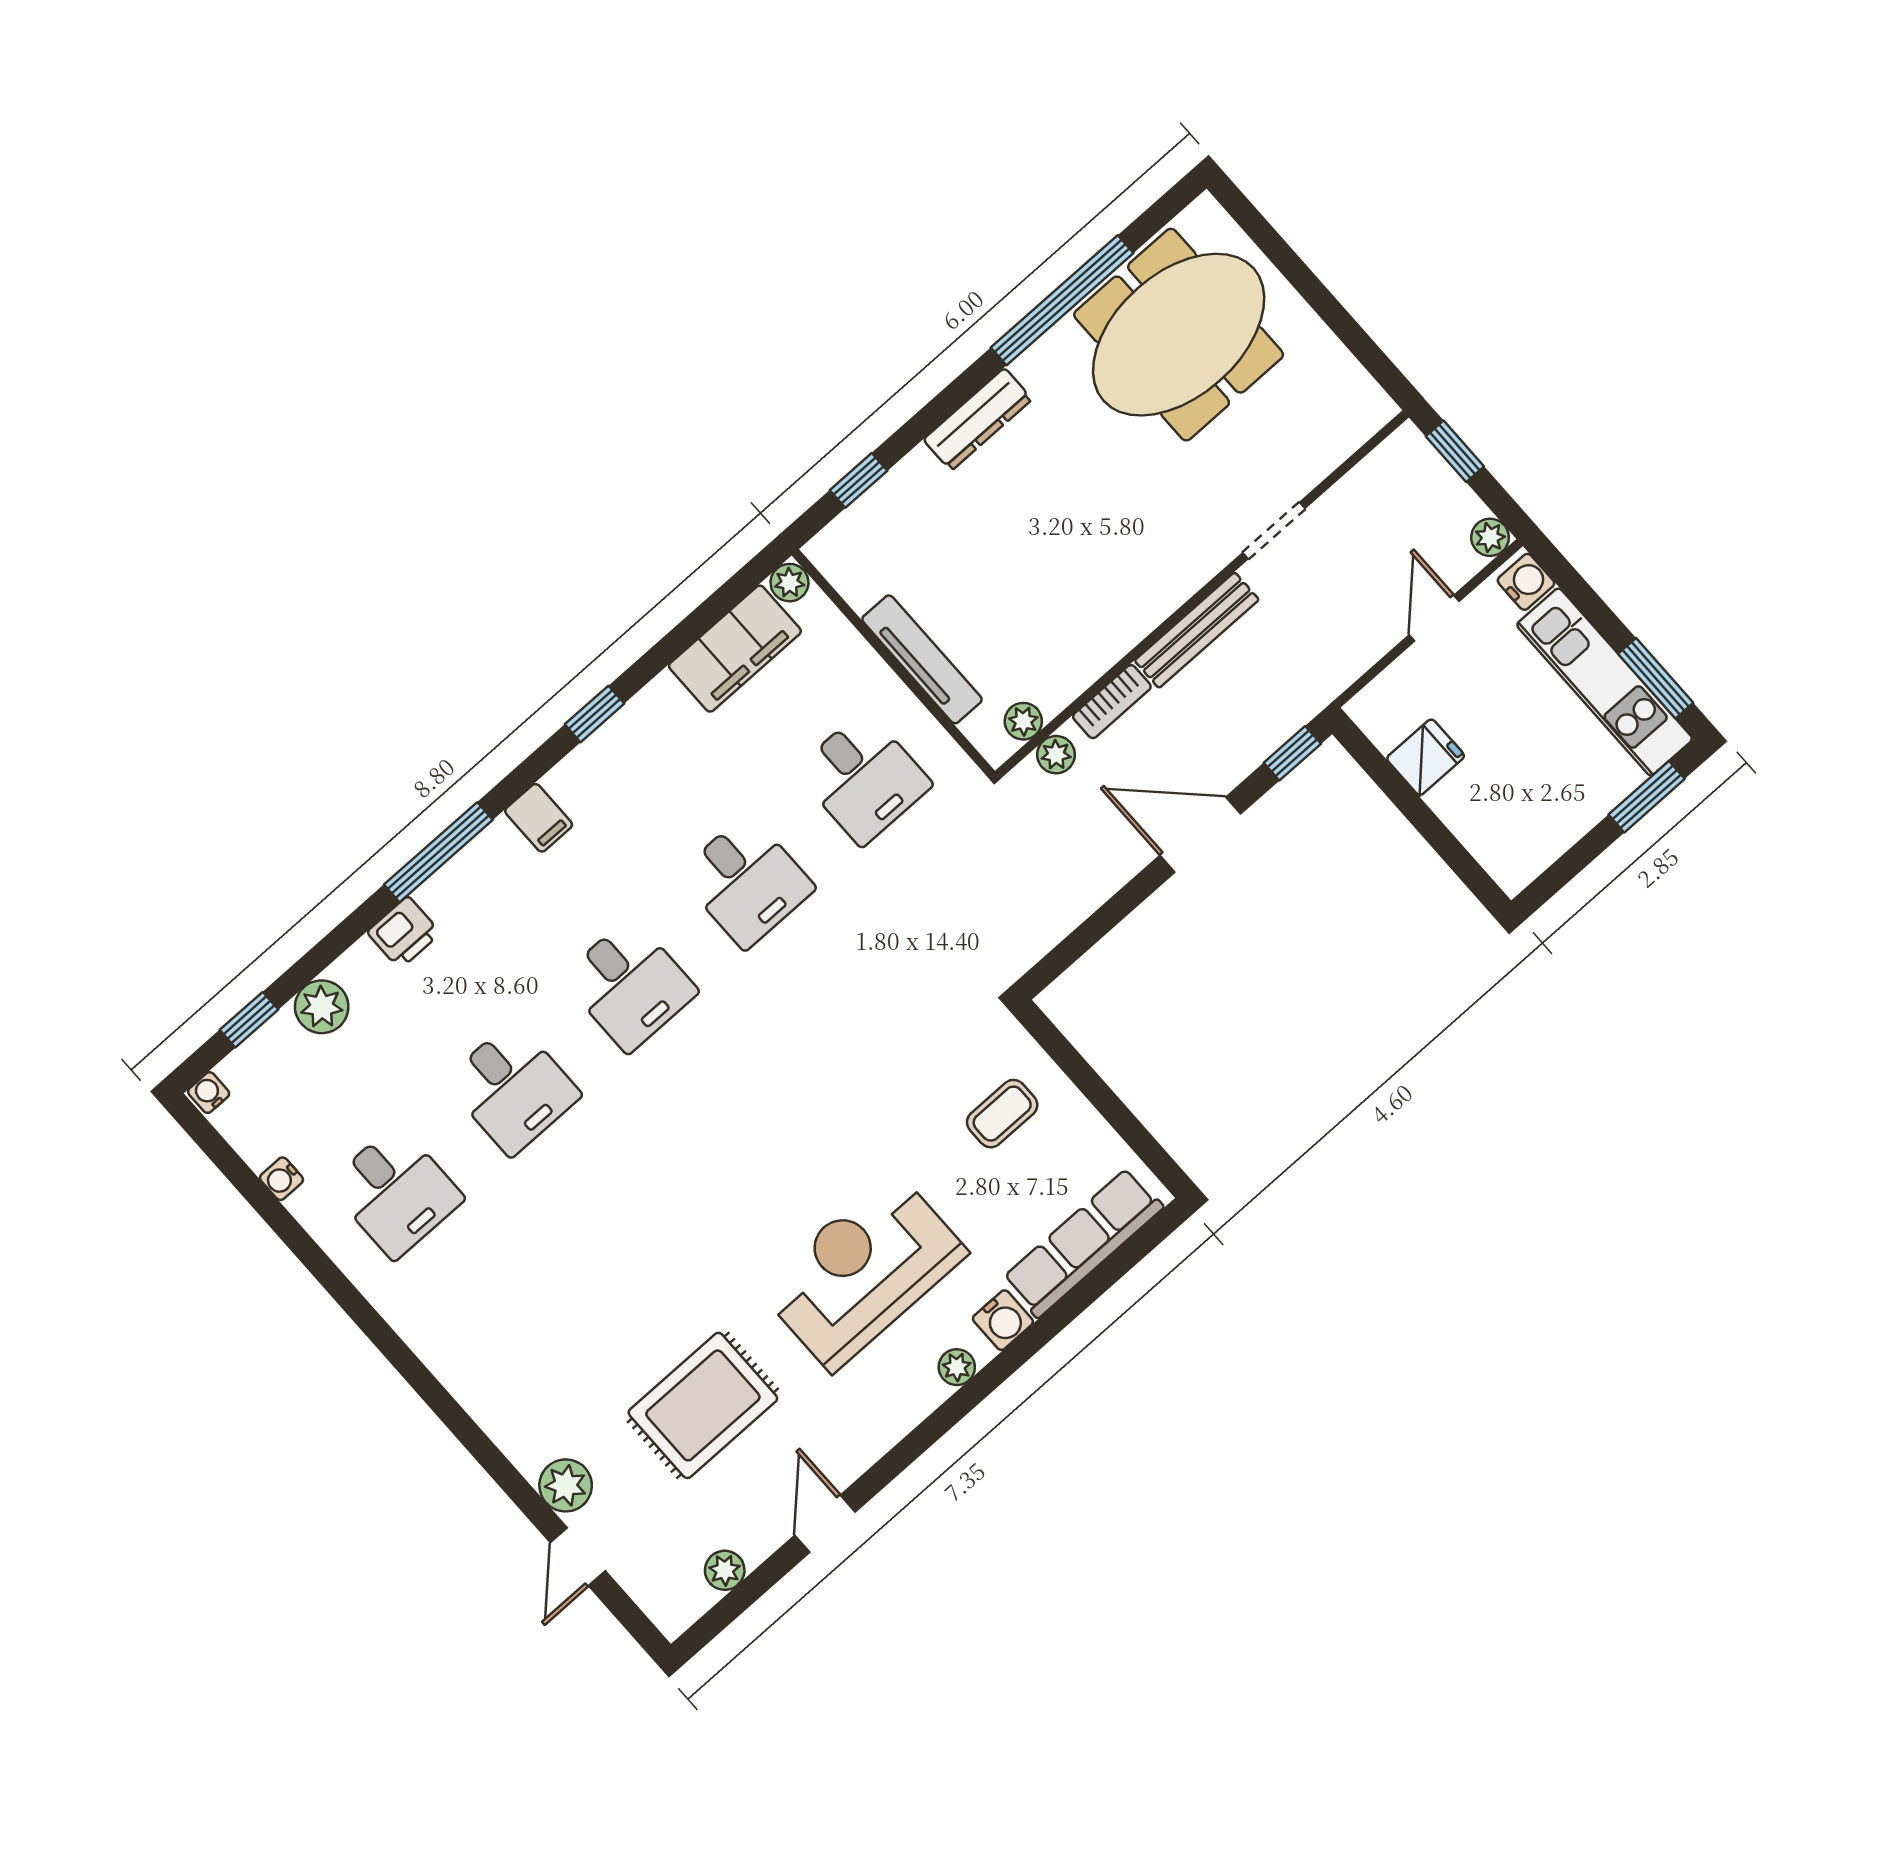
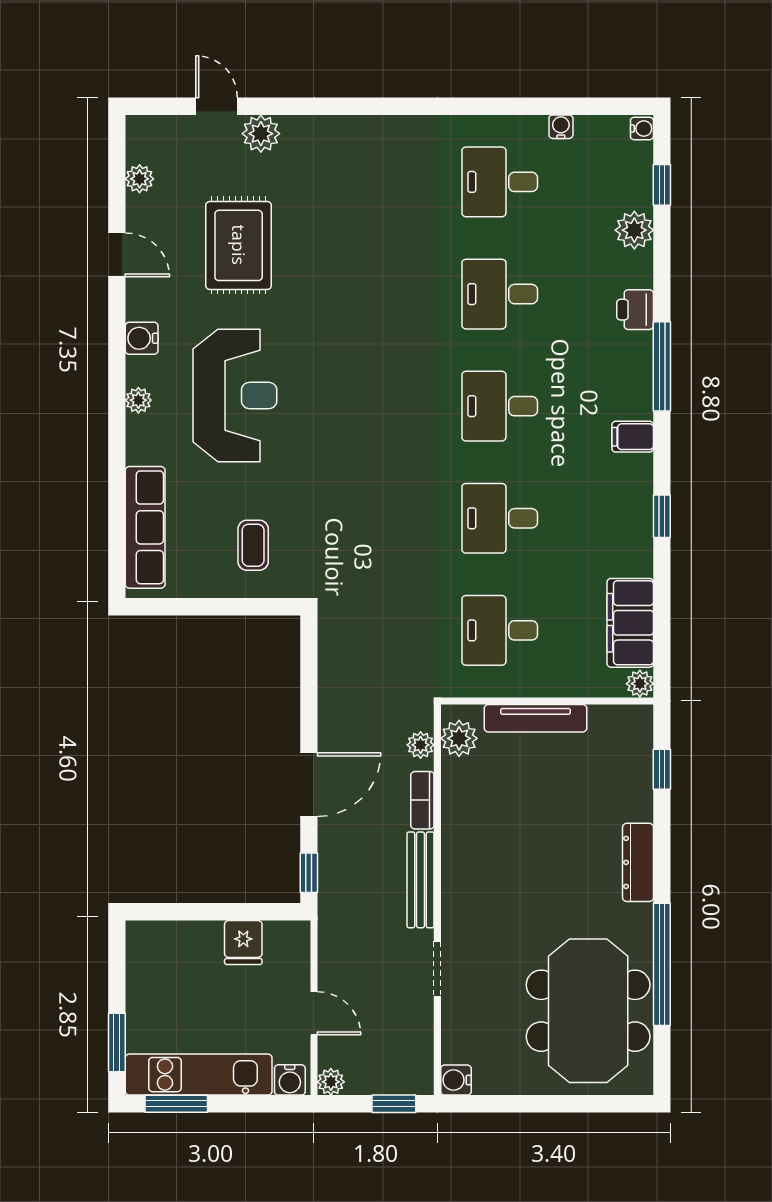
water cooler: (1373, 408) -> (456, 1080), added
plant: (1023, 721) -> (459, 738), width x1.38, depth x1.38
water cooler: (1003, 1320) -> (142, 338), moved

